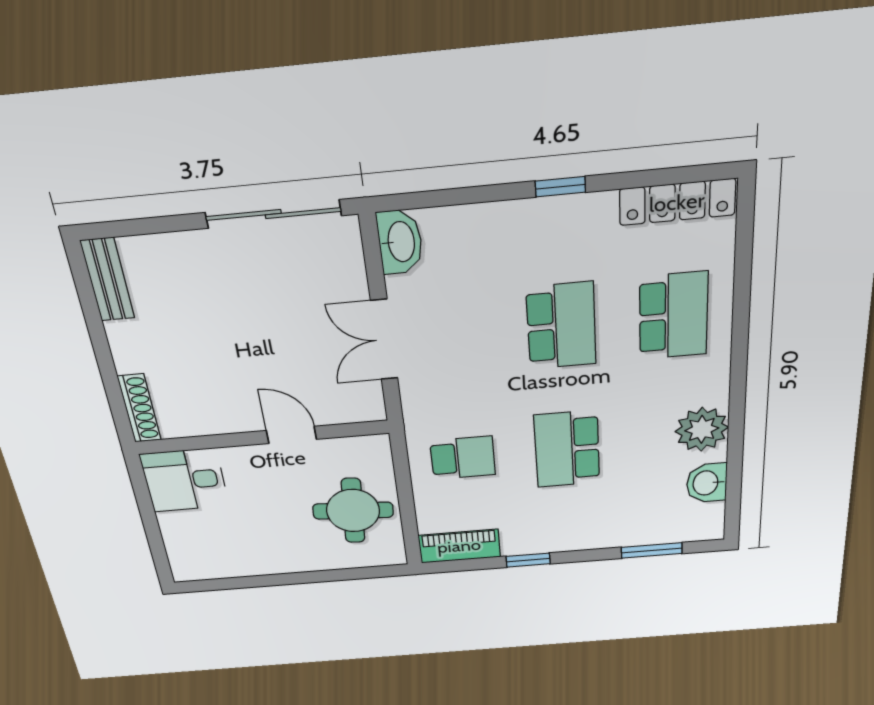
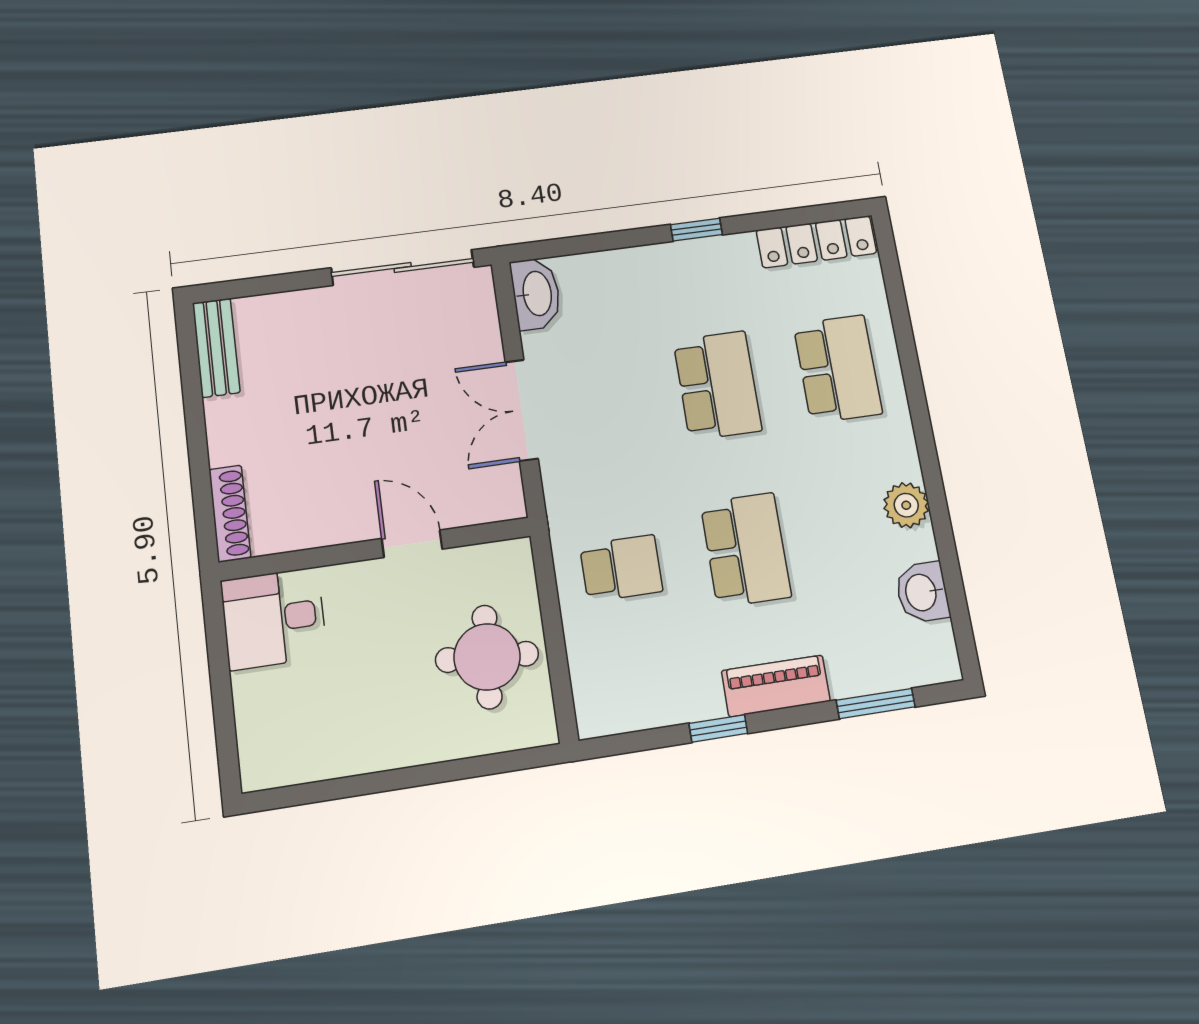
plant: (702, 429) -> (906, 505), width x0.73, depth x0.73
school desk: (567, 449) -> (746, 550), turned 180
piano: (459, 546) -> (776, 686), moved

